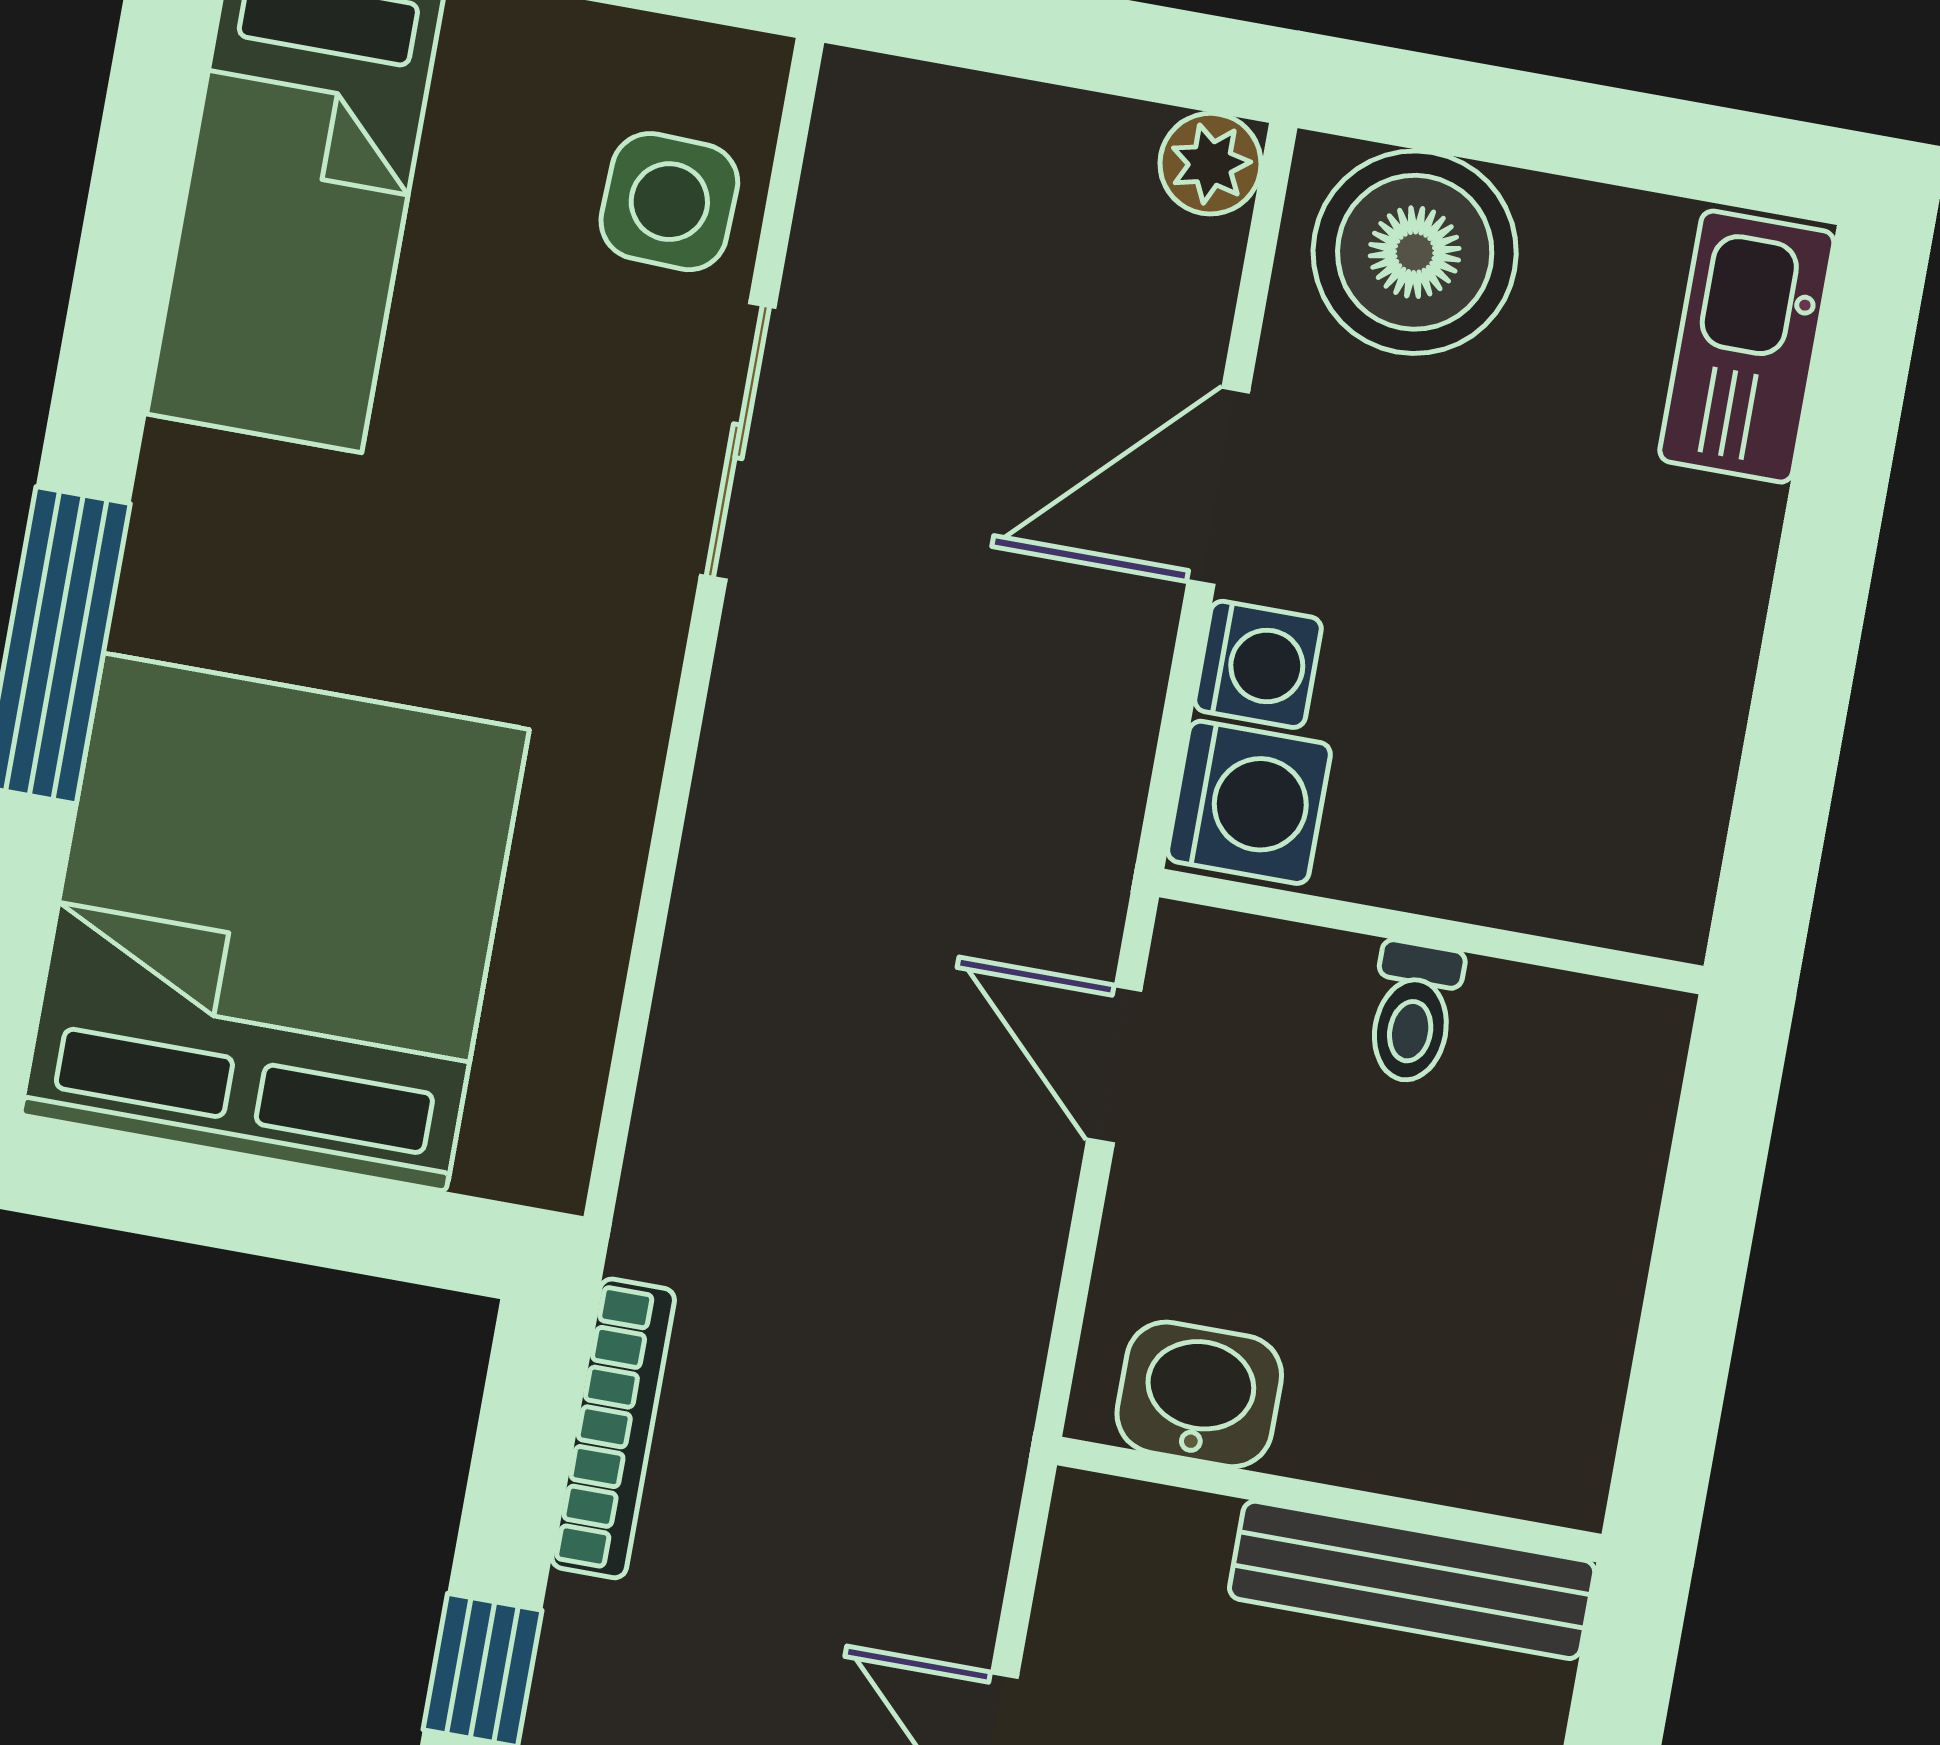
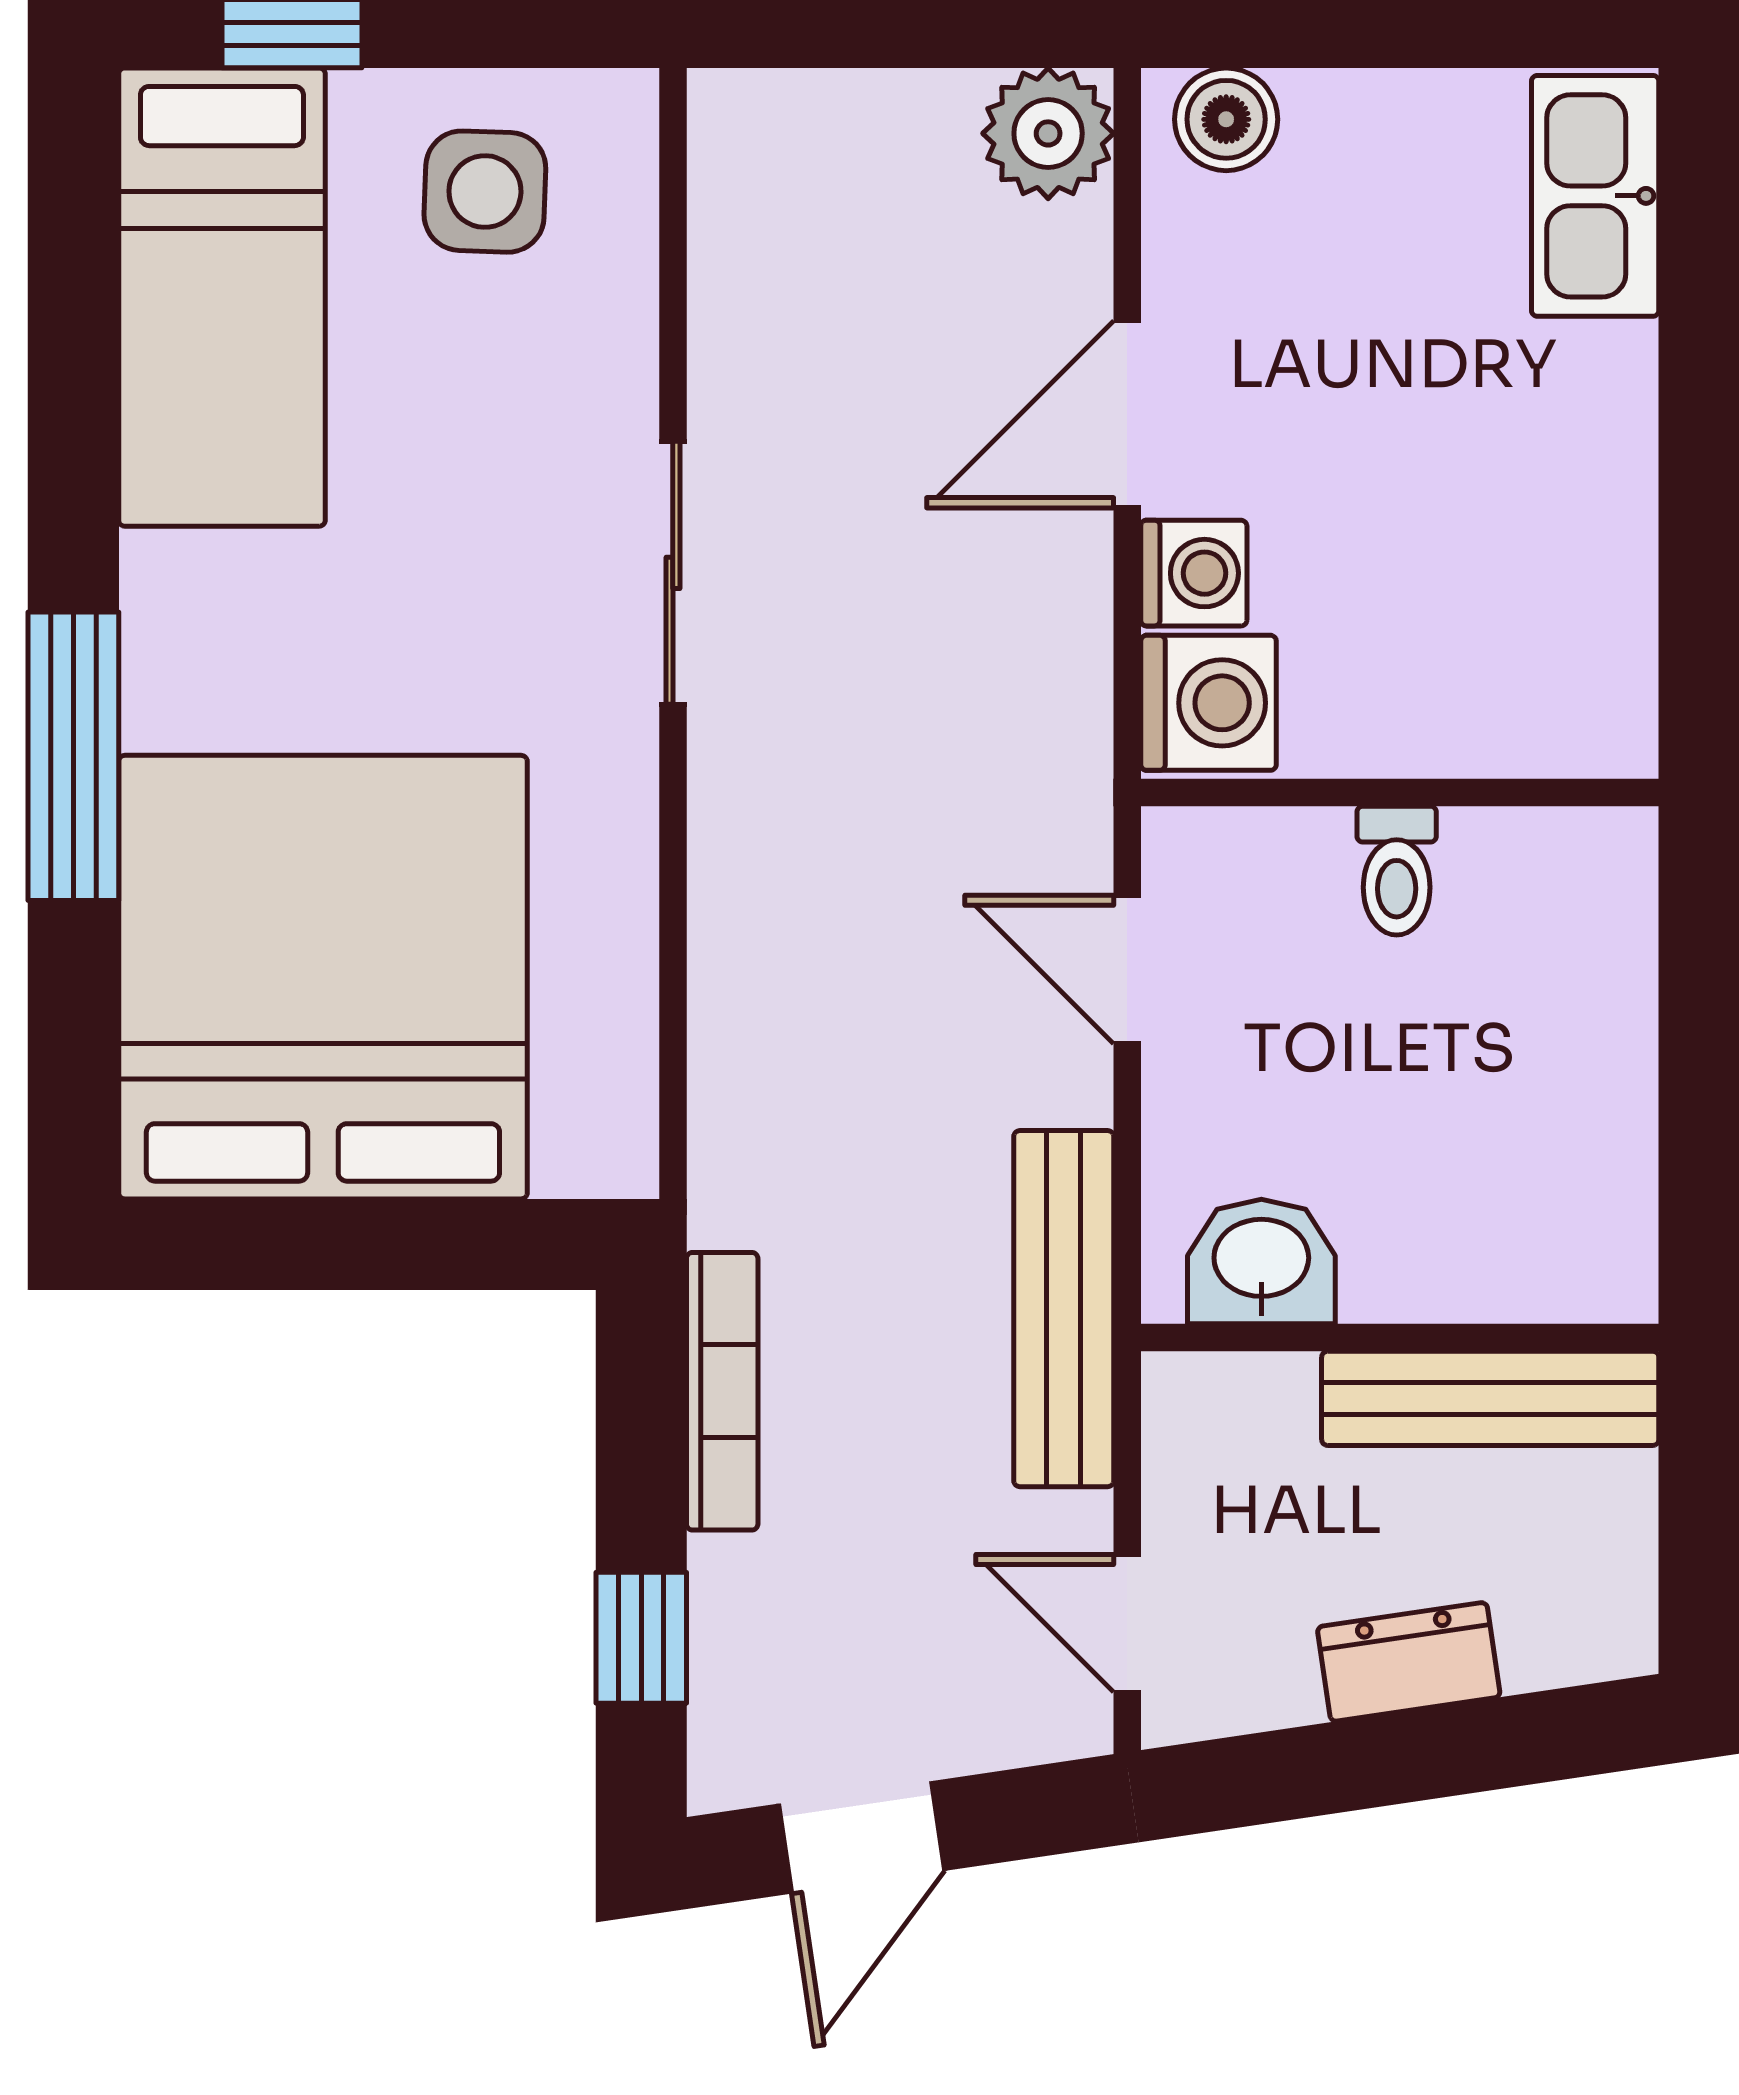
plant: (1211, 164) -> (1048, 133), width x1.38, depth x1.38
side table: (669, 202) -> (485, 192), moved
boiler: (1415, 252) -> (1226, 119), width x0.54, depth x0.54
sliding door: (738, 441) -> (673, 573), moved
bench: (985, 1406) -> (1064, 1309), added

